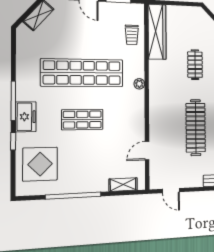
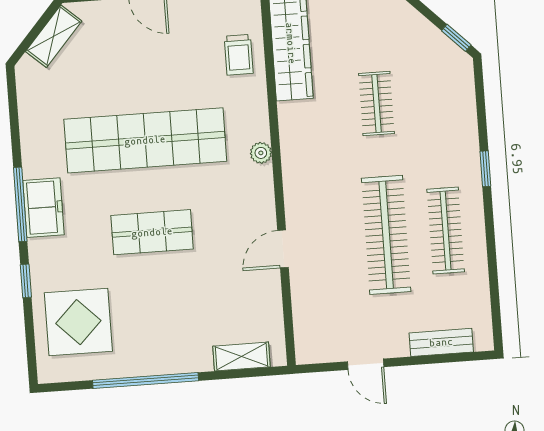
freezer: (26, 117) -> (43, 208), moved
door: (147, 151) -> (283, 249), moved
door: (171, 191) -> (366, 364), moved

